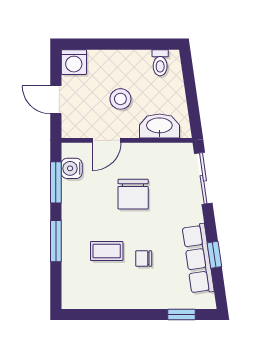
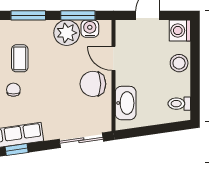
stool: (120, 99) -> (179, 63), moved
chair: (133, 194) -> (93, 84), moved
plant: (76, 196) -> (67, 33), added

